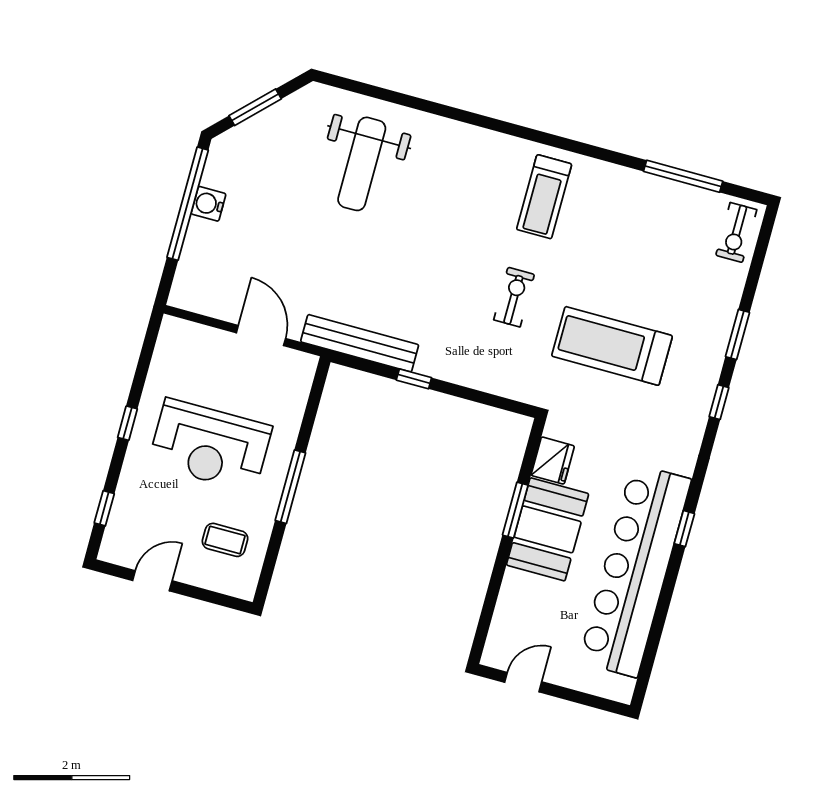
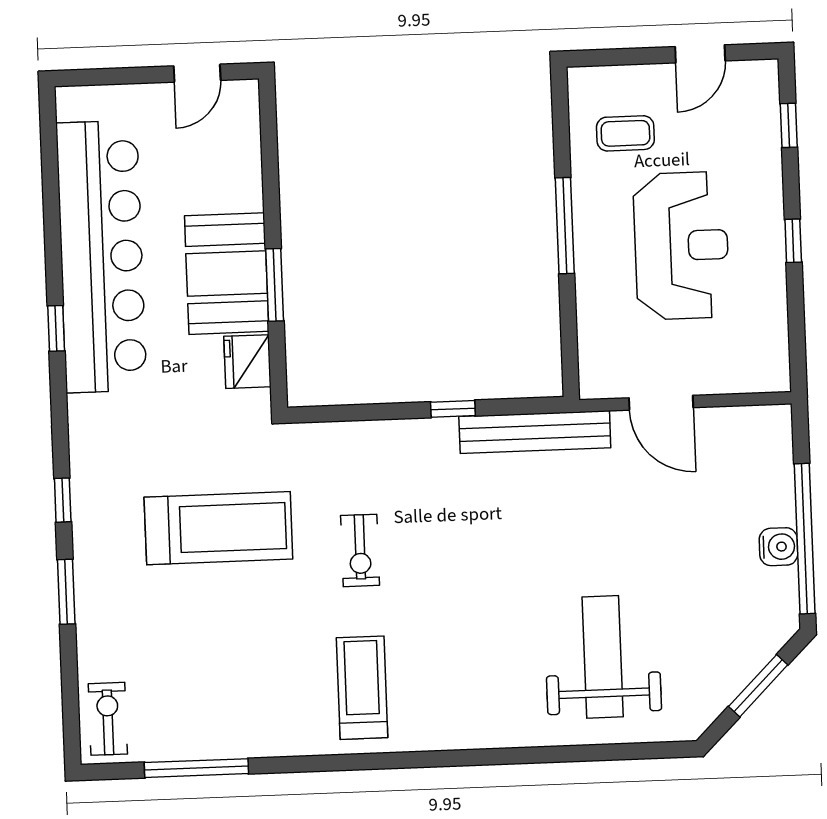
reception desk: (210, 445) -> (681, 246), turned 90

